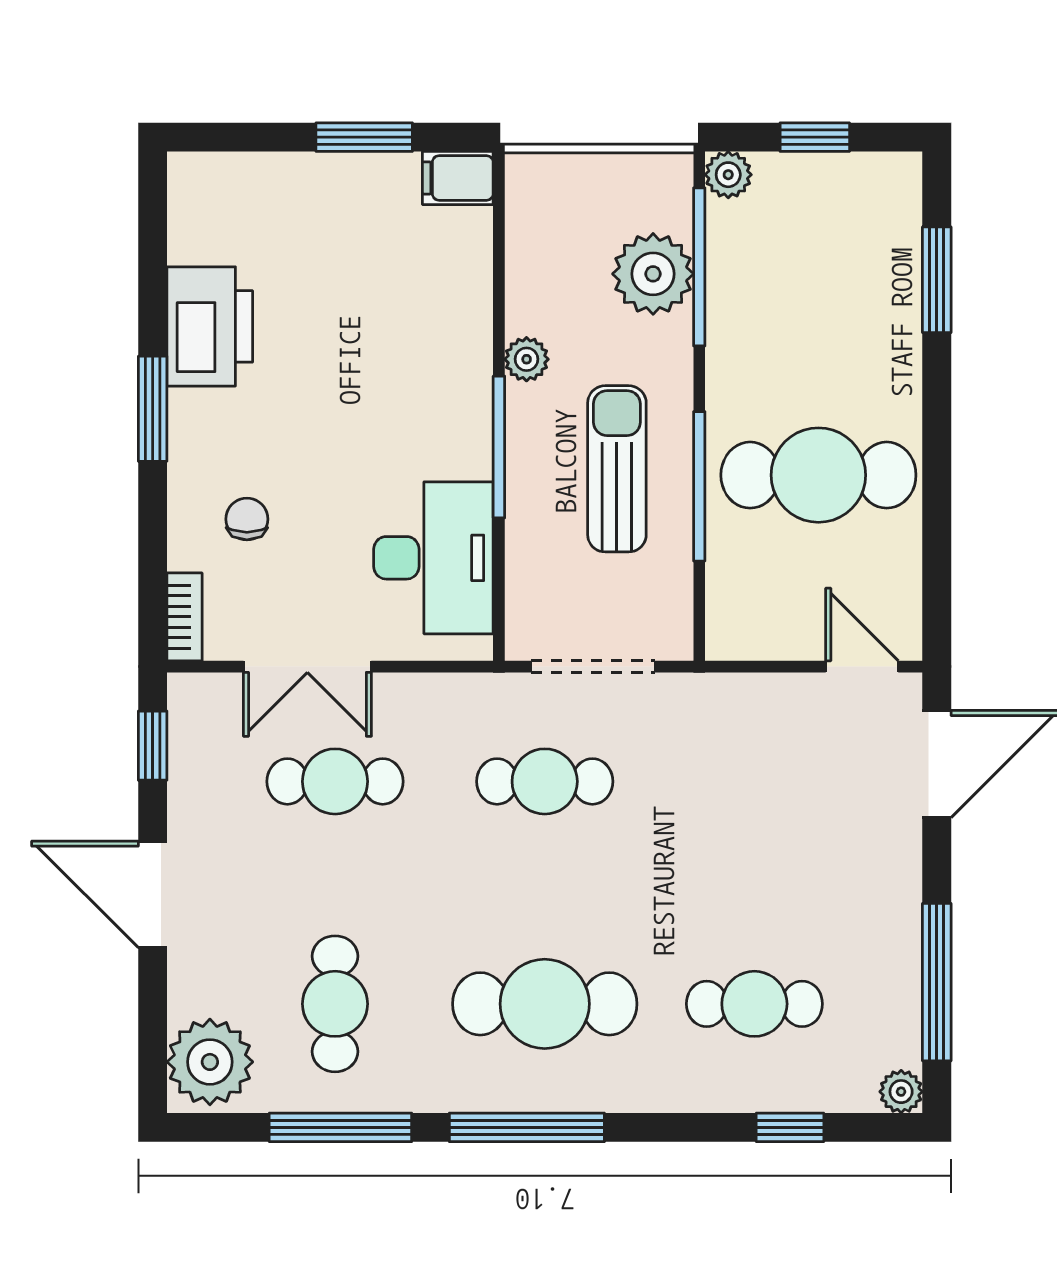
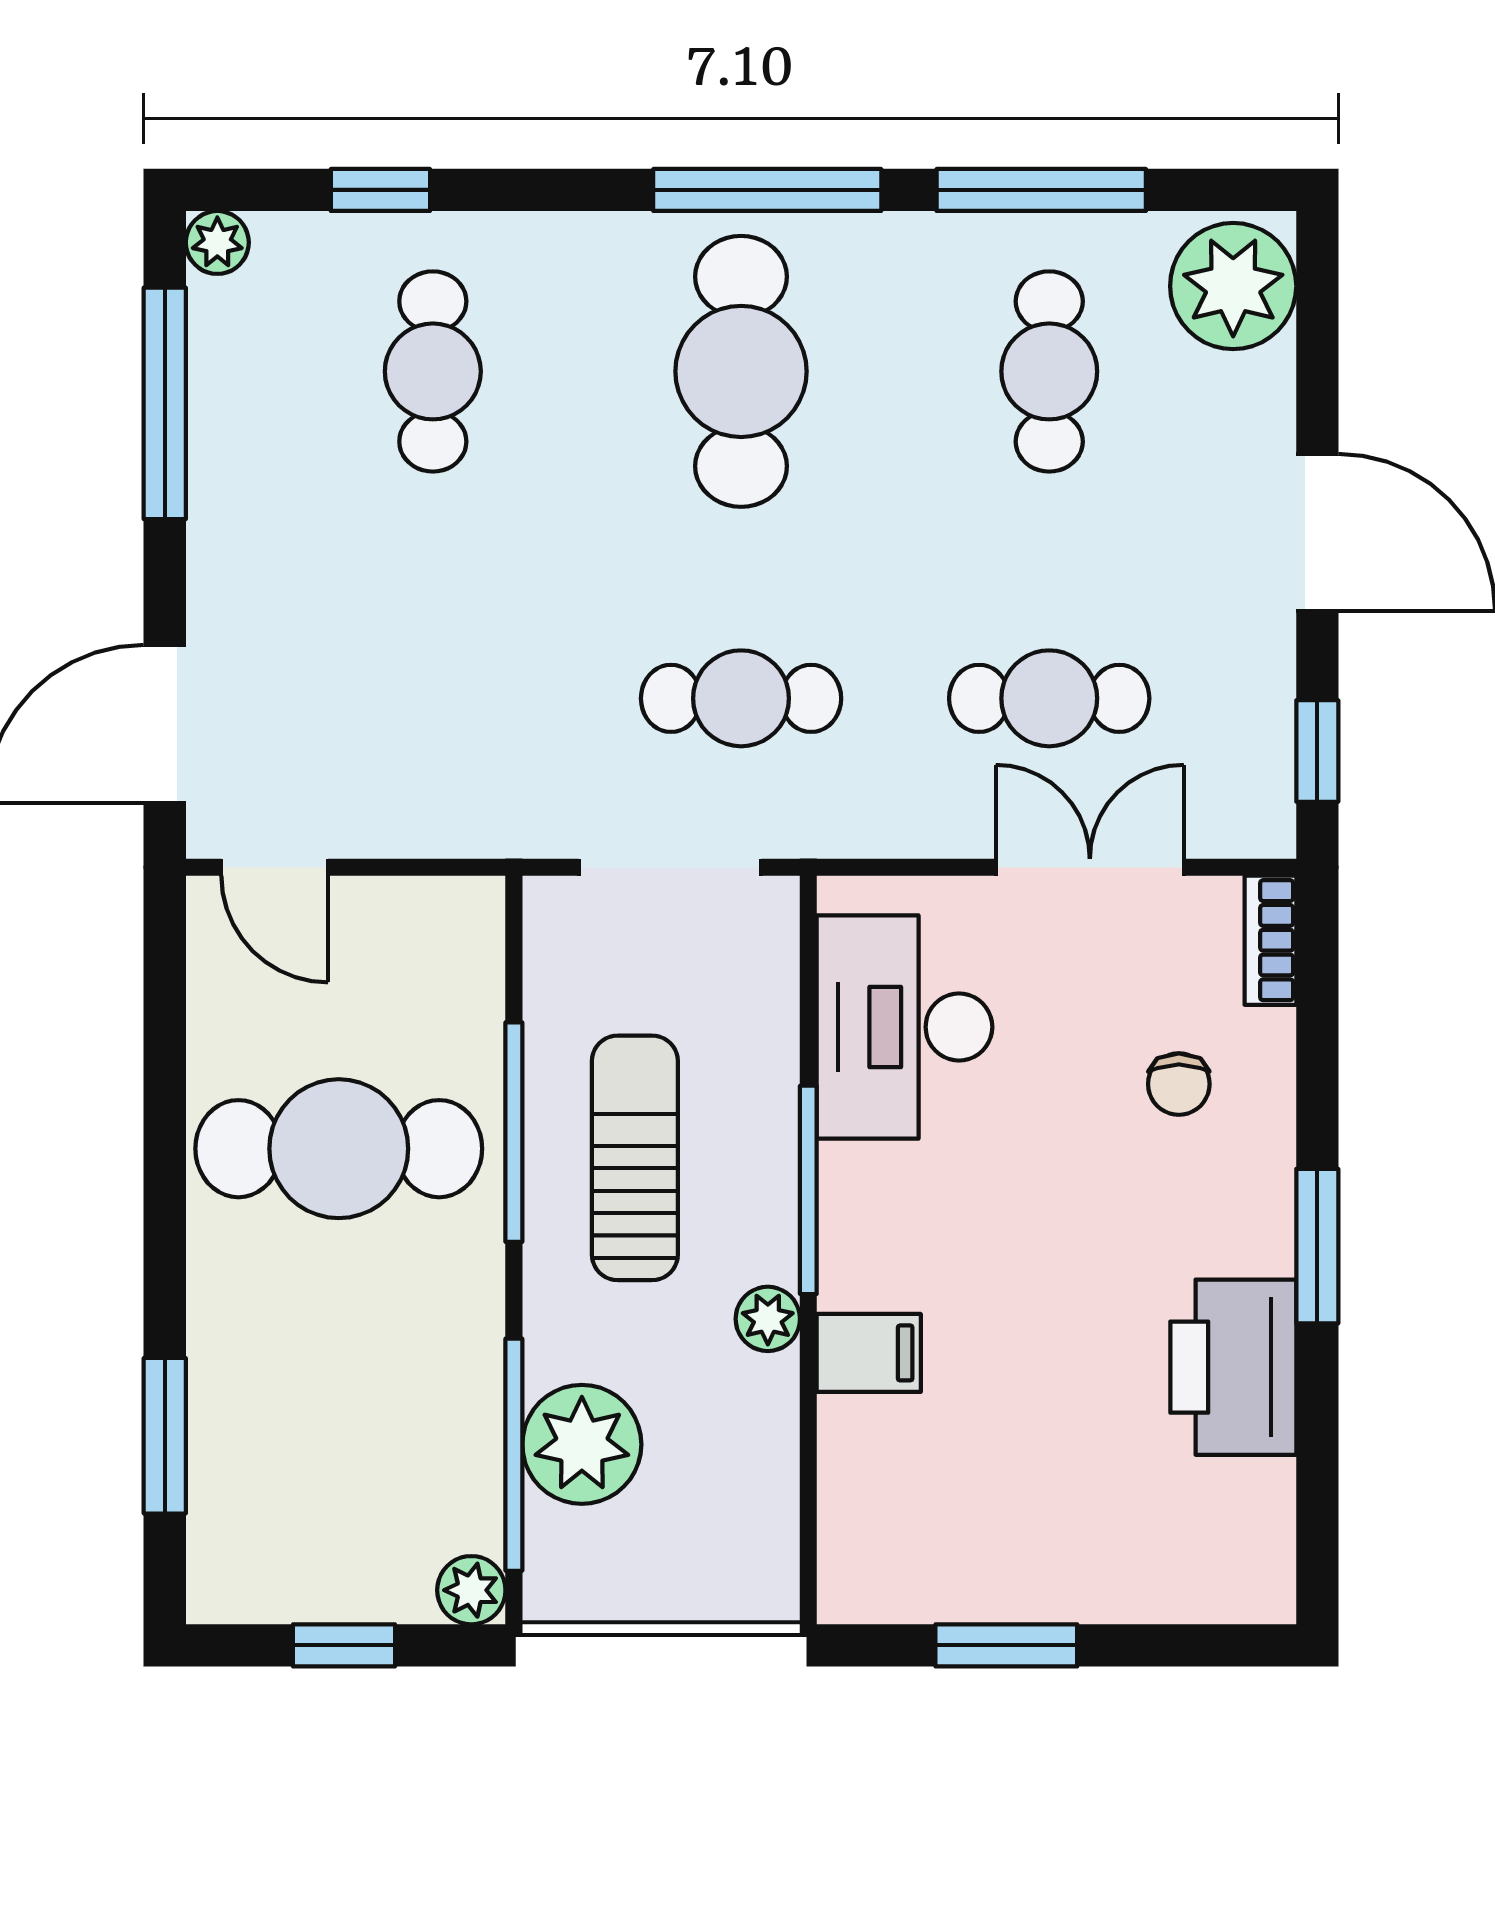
filing cabinet: (458, 178) -> (869, 1353), moved
sun lounger: (617, 469) -> (635, 1158), turned 180
cafe table: (545, 1004) -> (741, 371), turned 90
cafe table: (754, 1004) -> (433, 371), turned 90

